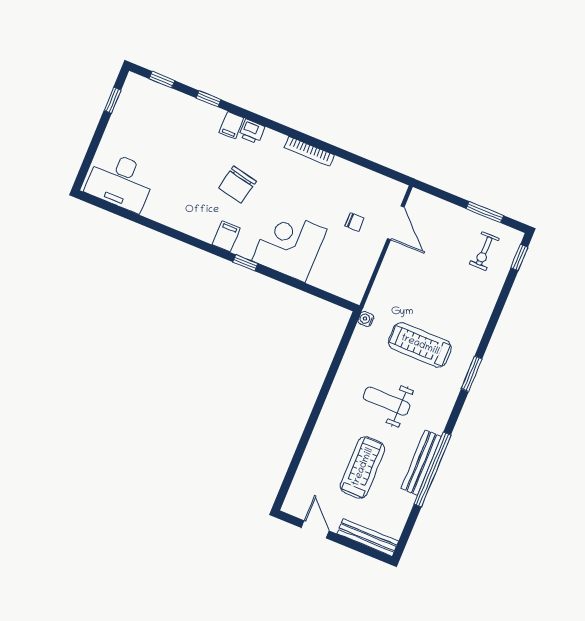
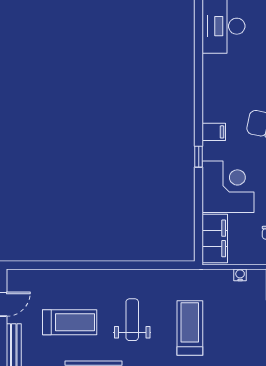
filing cabinet: (337, 281) -> (215, 238), added
water cooler: (366, 319) -> (240, 275), moved

